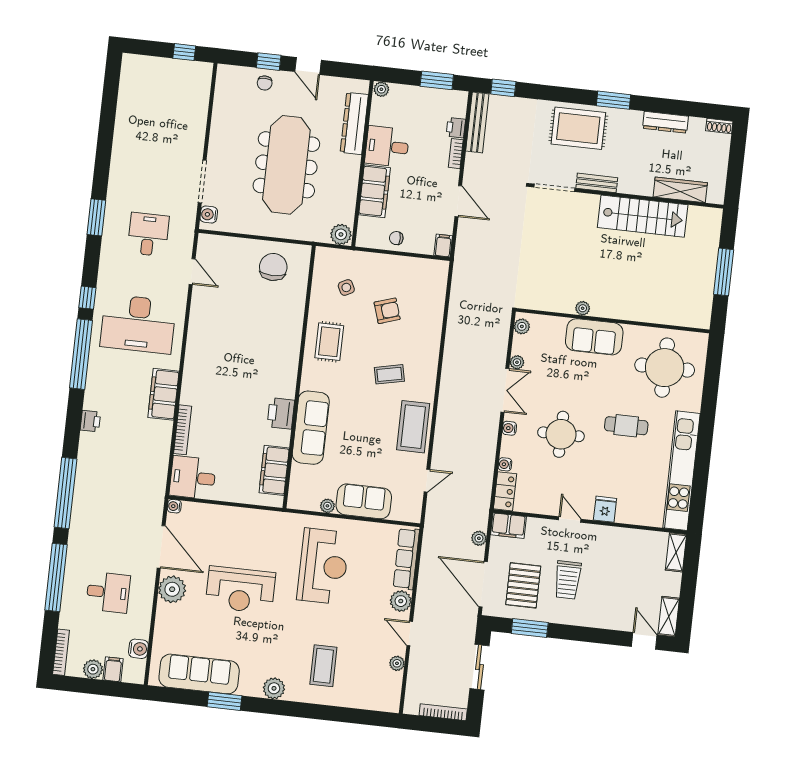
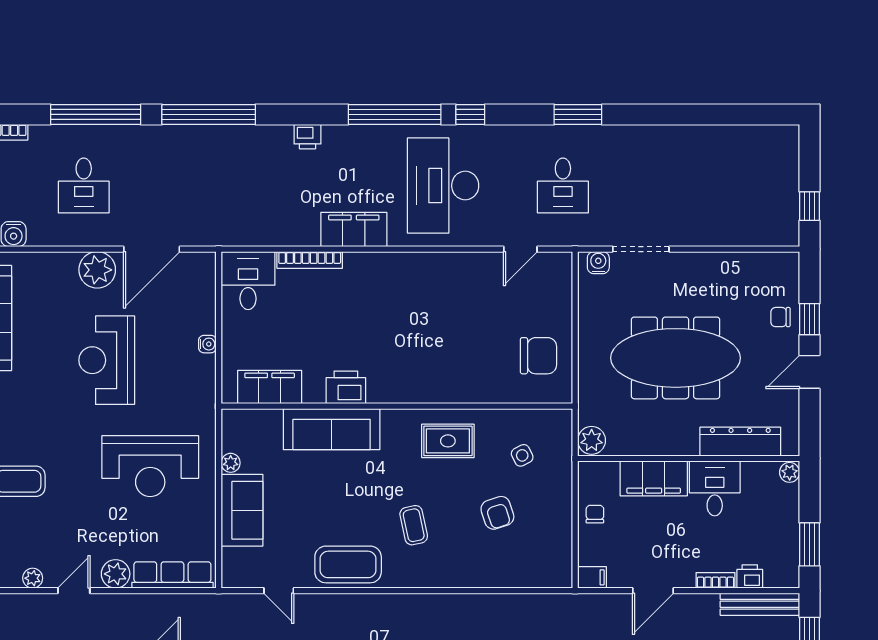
desk: (148, 234) -> (563, 186), turned 90
water cooler: (174, 506) -> (207, 344), moved, turned 90

